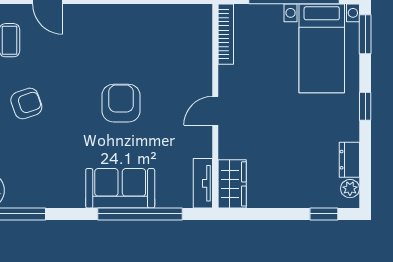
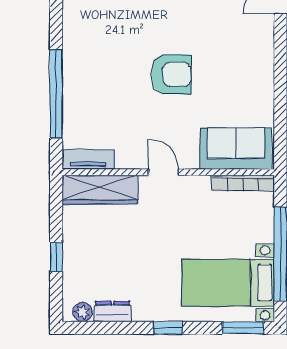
wardrobe: (232, 184) -> (100, 190), width x1.50
sofa: (120, 188) -> (236, 149), moved, turned -90
window: (324, 214) -> (56, 257), moved

